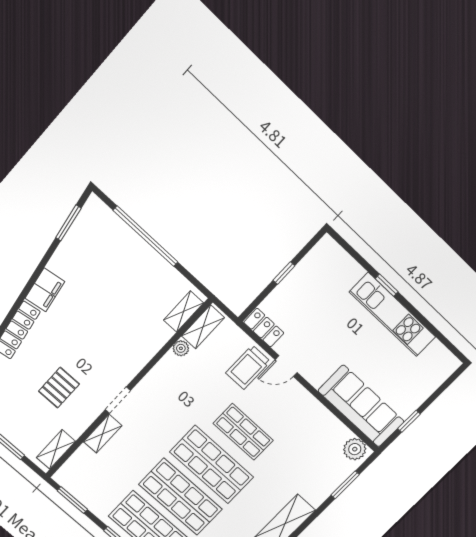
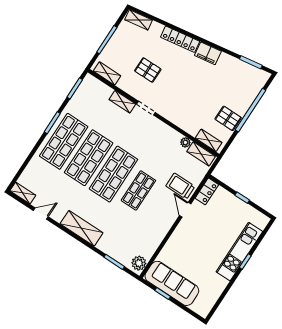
pallet: (153, 275) -> (228, 118), added
kitchen unit: (393, 314) -> (239, 252), moved
sofa: (361, 406) -> (172, 283), moved, turned -90

